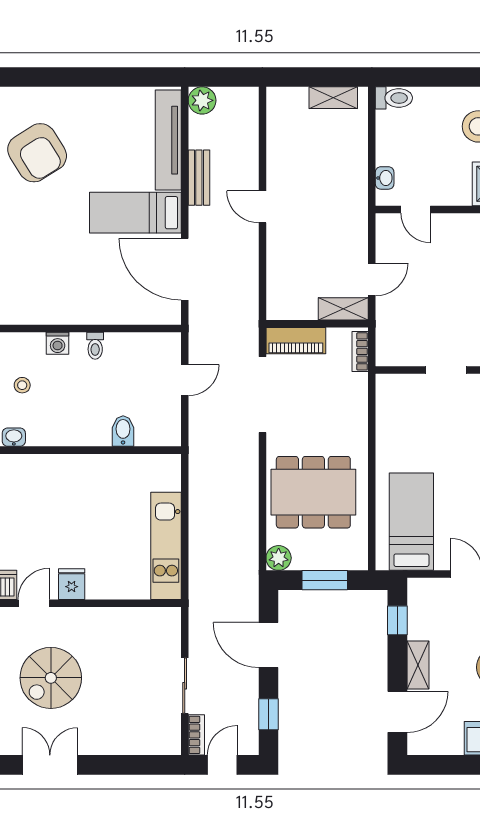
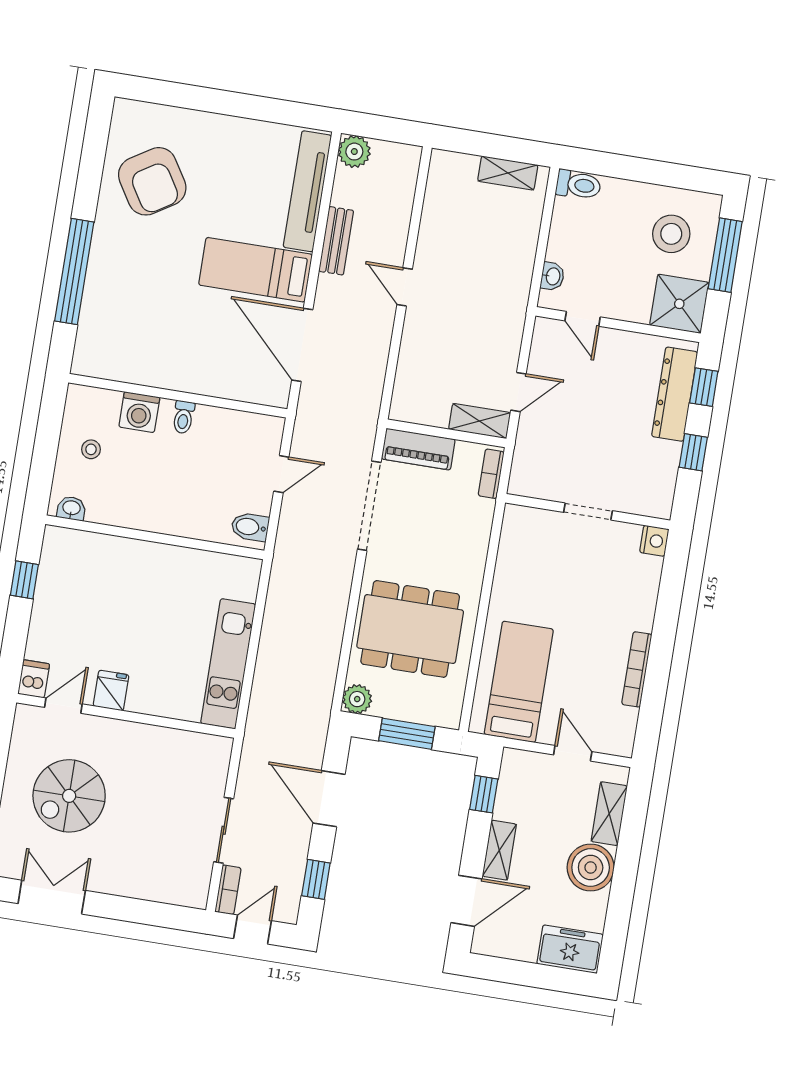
washing machine: (58, 343) -> (139, 412), width x1.38, depth x1.38
bidet: (123, 431) -> (250, 527), moved, turned -90

